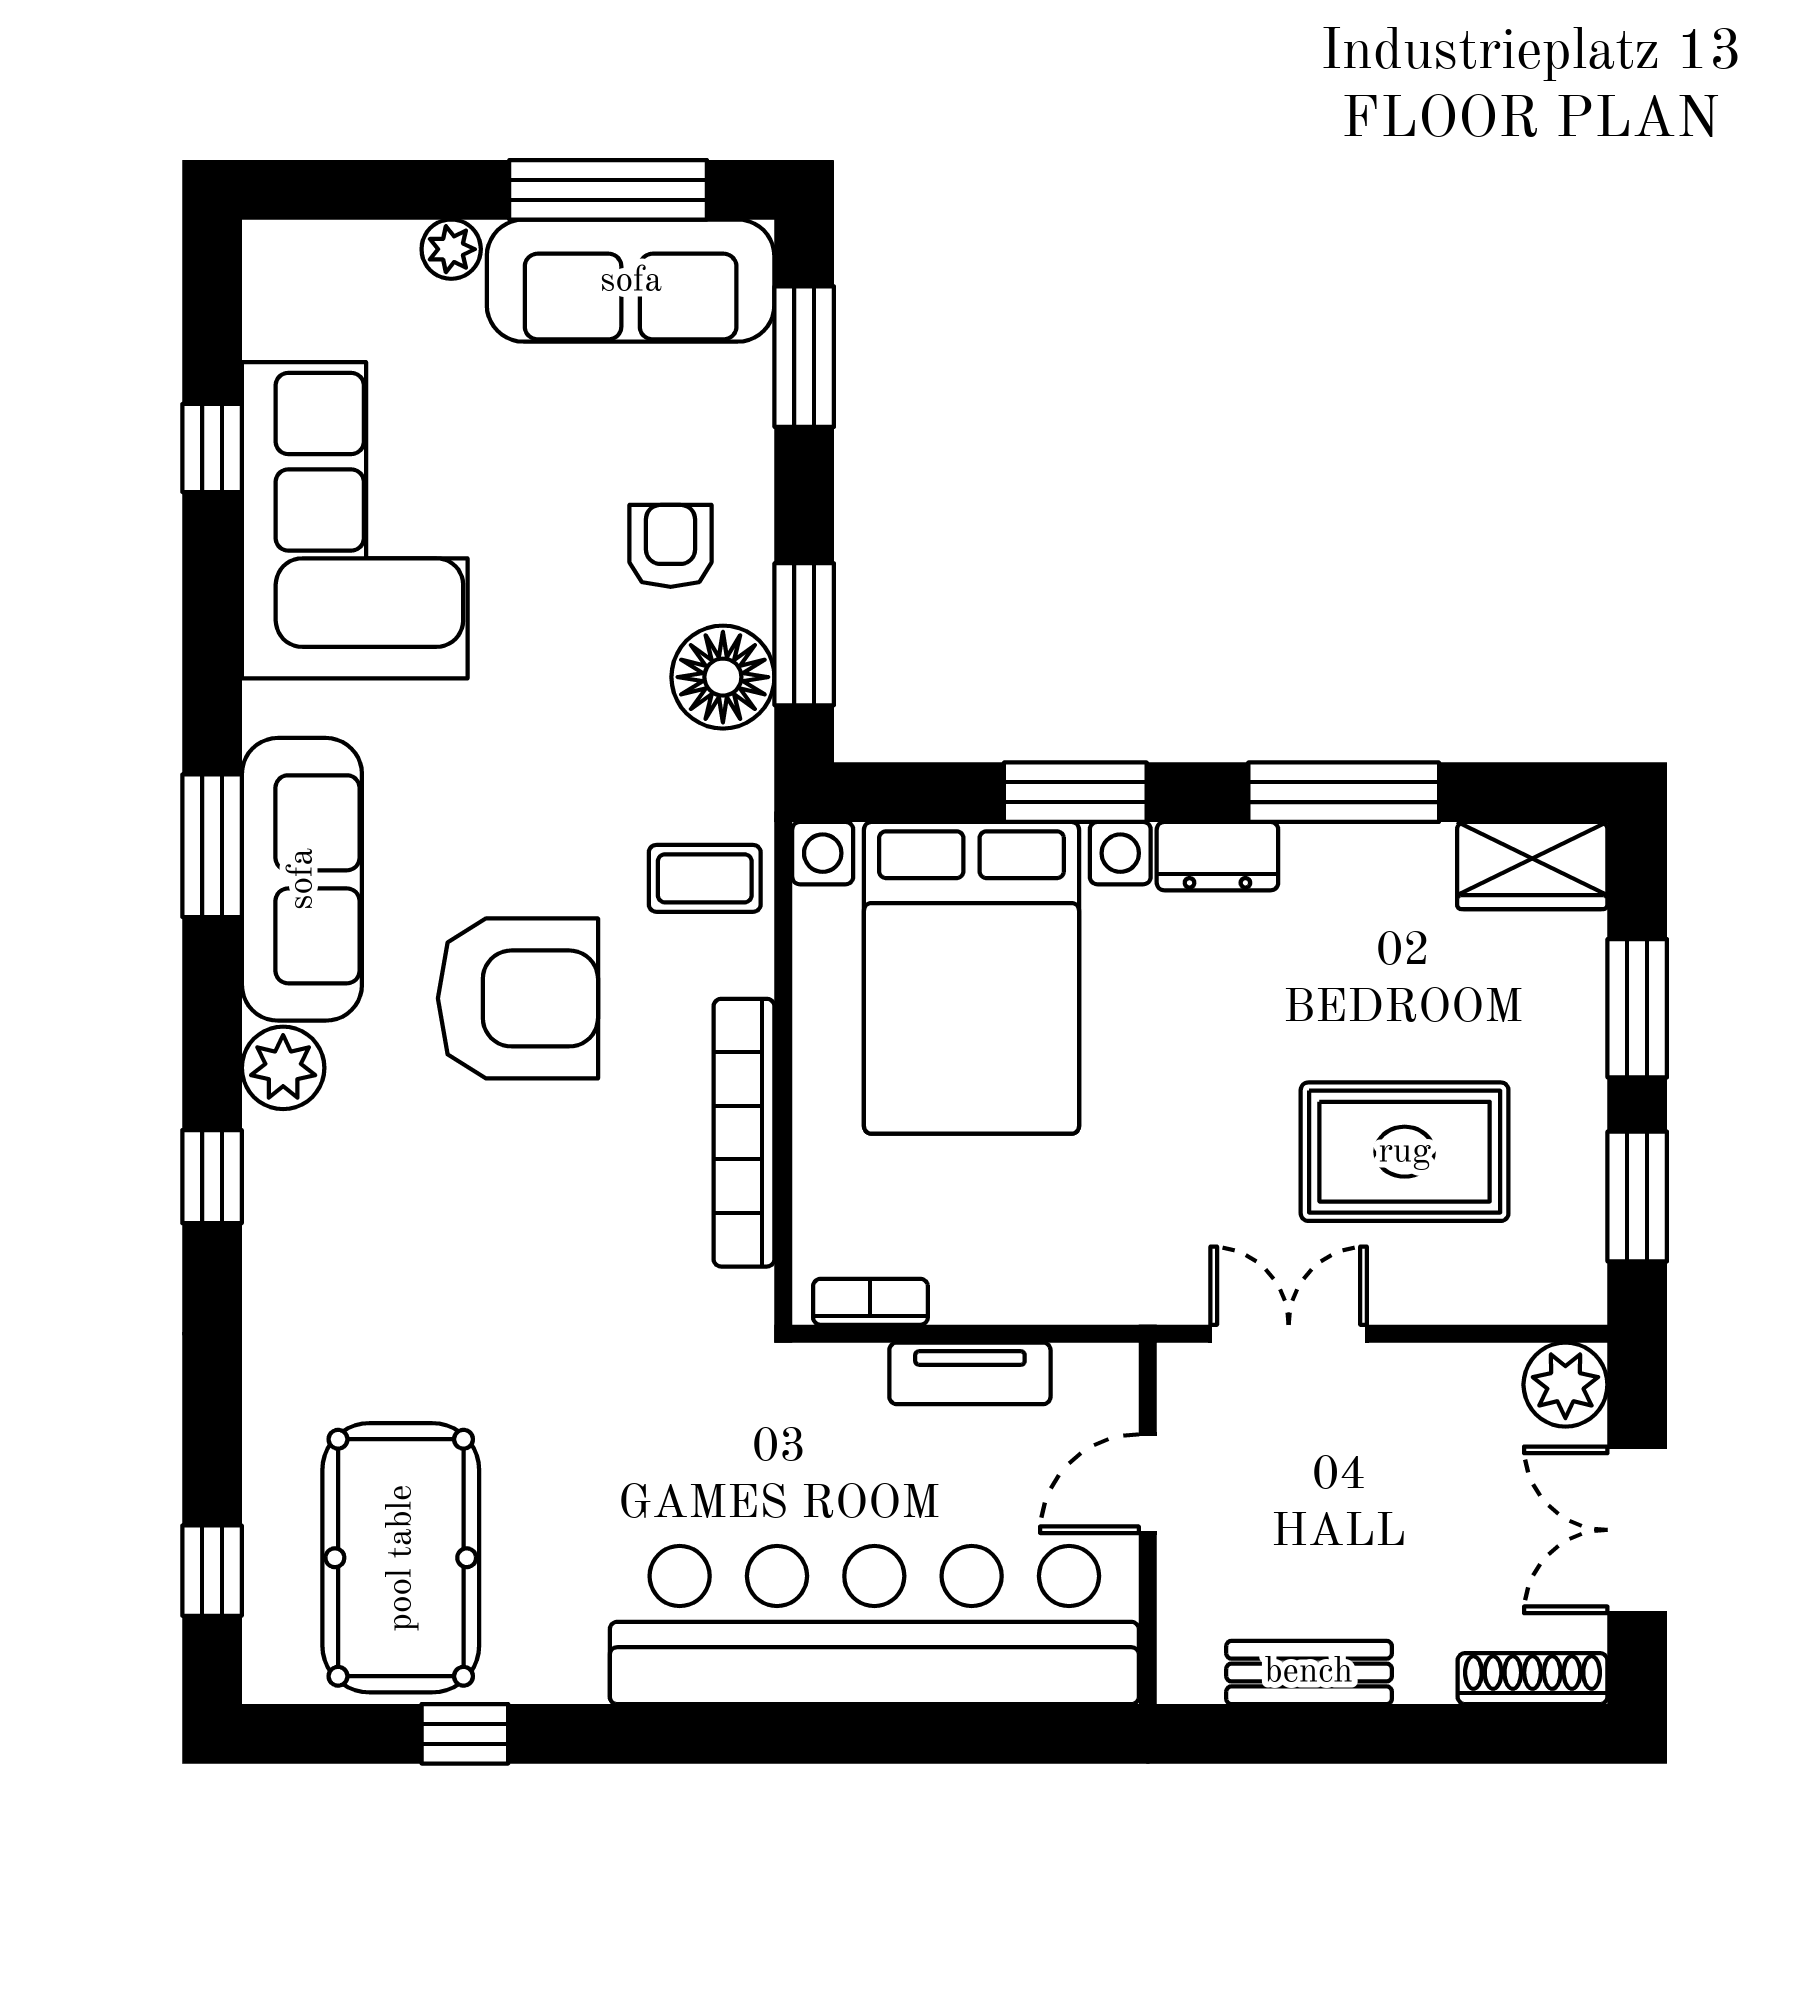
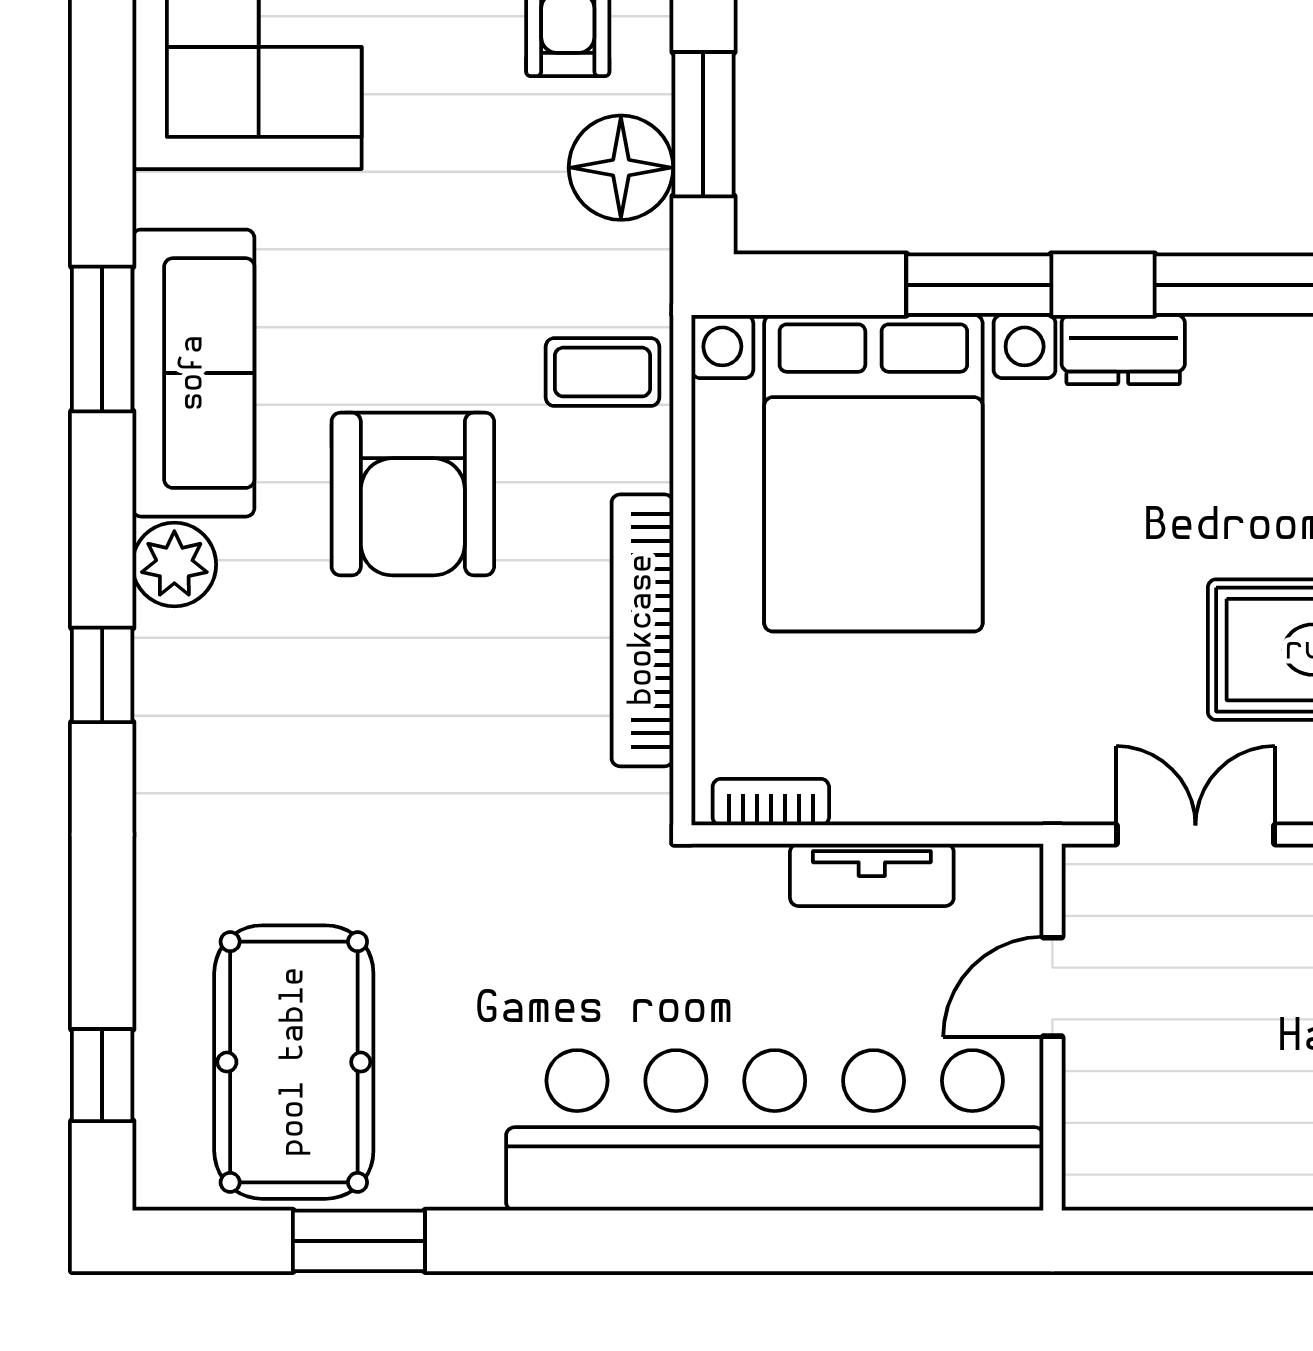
armchair: (518, 998) -> (413, 494), turned 90
bench: (1309, 1672) -> (1216, 1179), removed
window: (465, 1734) -> (359, 1241), width x1.50

